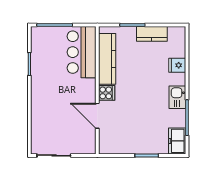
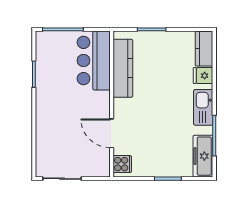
kitchen counter: (152, 34) -> (204, 49), moved, turned 90
cooker: (107, 93) -> (122, 164), moved
kitchen sink: (177, 97) -> (203, 107), width x1.38
freezer: (177, 141) -> (203, 156), width x1.40

